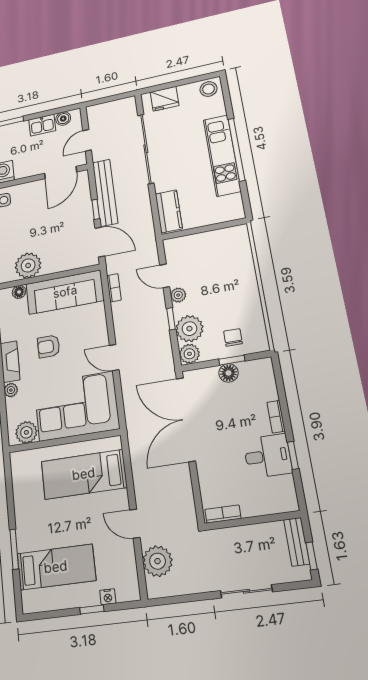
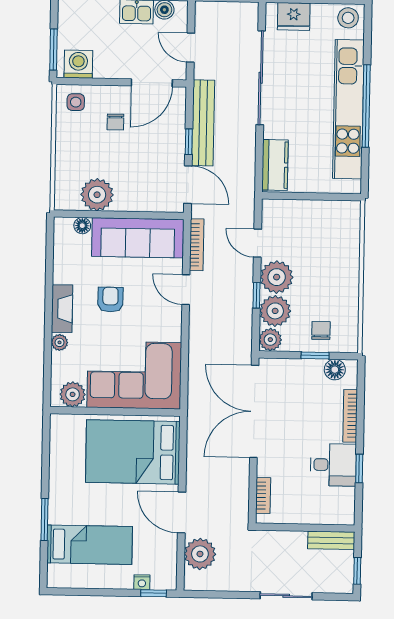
door: (87, 140) -> (191, 48), hinge flipped
kitchen unit: (222, 155) -> (348, 109), width x1.36
chair: (36, 208) -> (115, 122), added
bookcase: (114, 288) -> (197, 245), width x1.56
plant: (178, 295) -> (277, 277), width x1.88, depth x1.88
armchair: (49, 346) -> (110, 300), turned 90
door: (114, 358) -> (186, 290), moved
floor lamp: (228, 373) -> (335, 370), moved
bookcase: (276, 417) -> (350, 416), width x1.56
bed: (84, 474) -> (133, 452), width x1.50
bookcase: (223, 514) -> (263, 496), moved, turned 90
door: (135, 524) -> (182, 513), width x1.38
bench: (297, 542) -> (331, 540), moved, turned 90
window: (92, 610) -> (154, 593), moved

